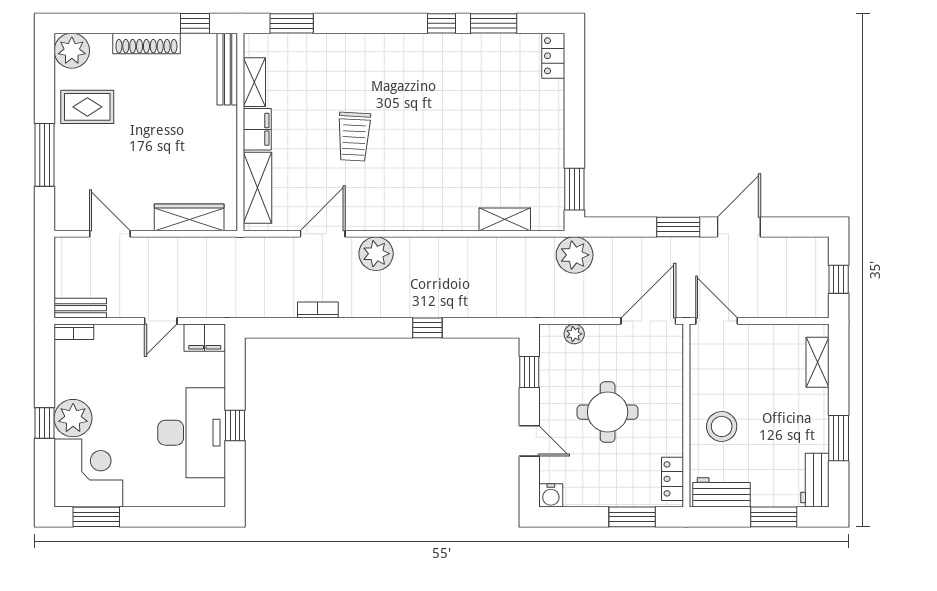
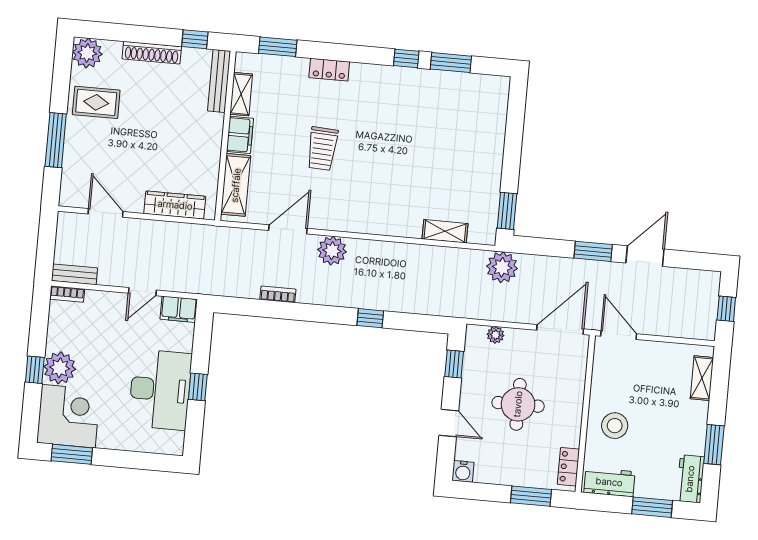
locker: (553, 56) -> (329, 70), moved, turned -90

